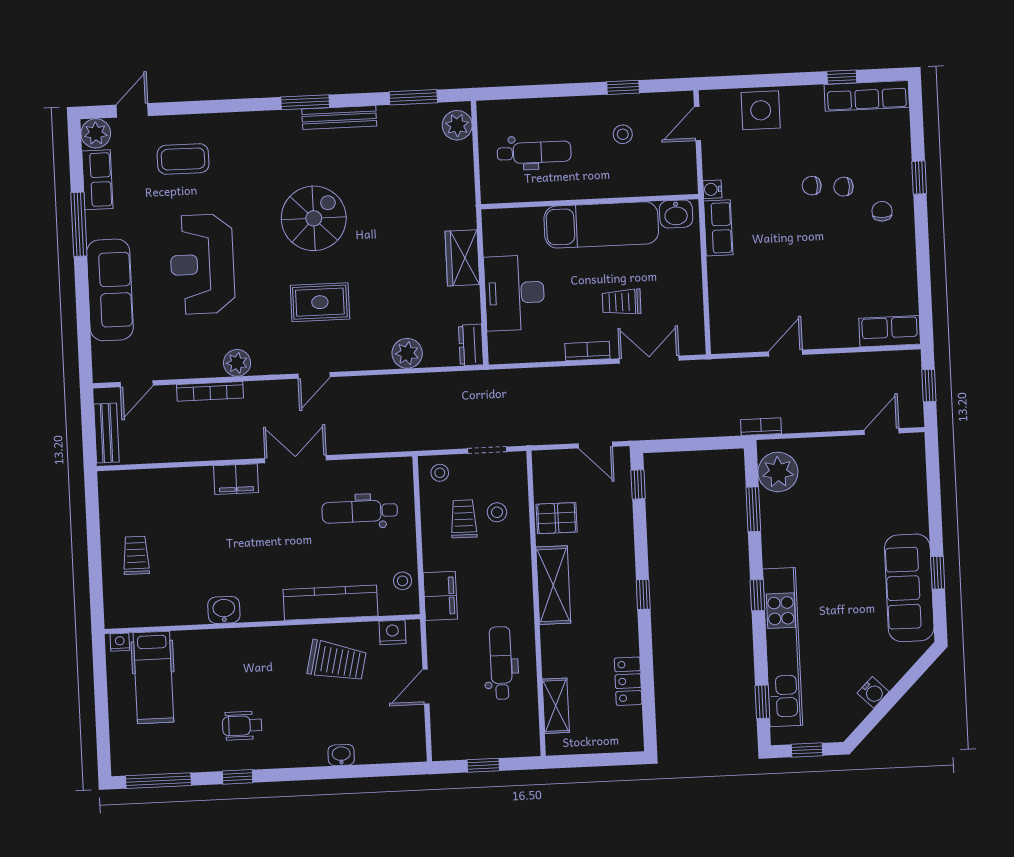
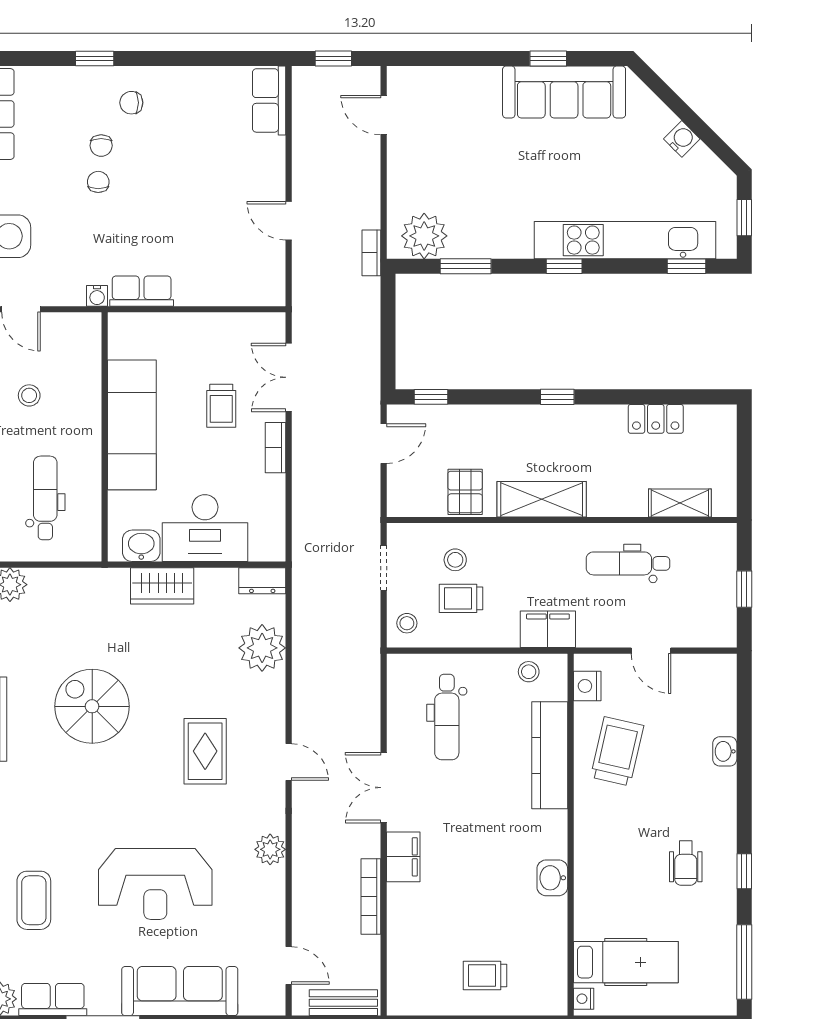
chair: (812, 186) -> (98, 182), turned 180
washbasin: (676, 214) -> (141, 546), moved, turned -90
spiral stairs: (314, 218) -> (92, 706), moved
plant: (407, 353) -> (262, 648), width x1.36, depth x1.36
bookcase: (210, 391) -> (371, 897), moved, turned 180

